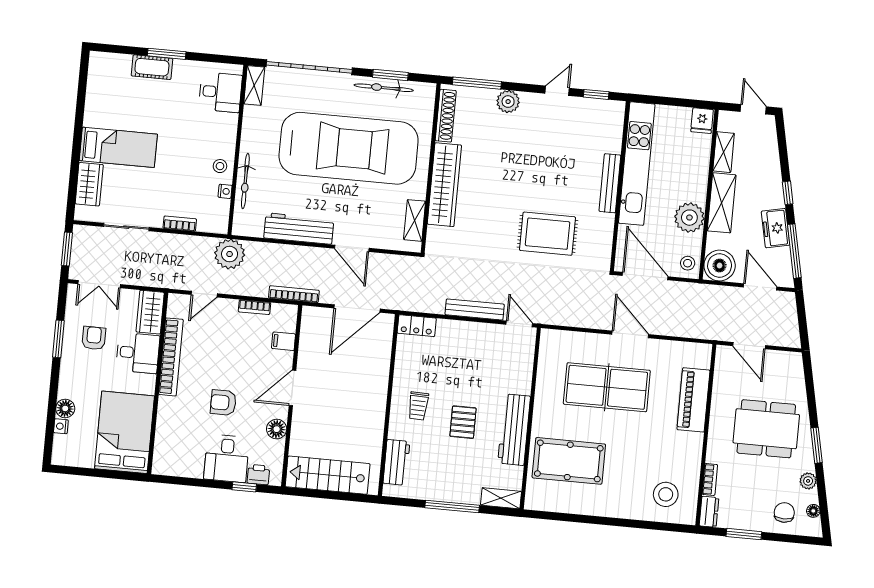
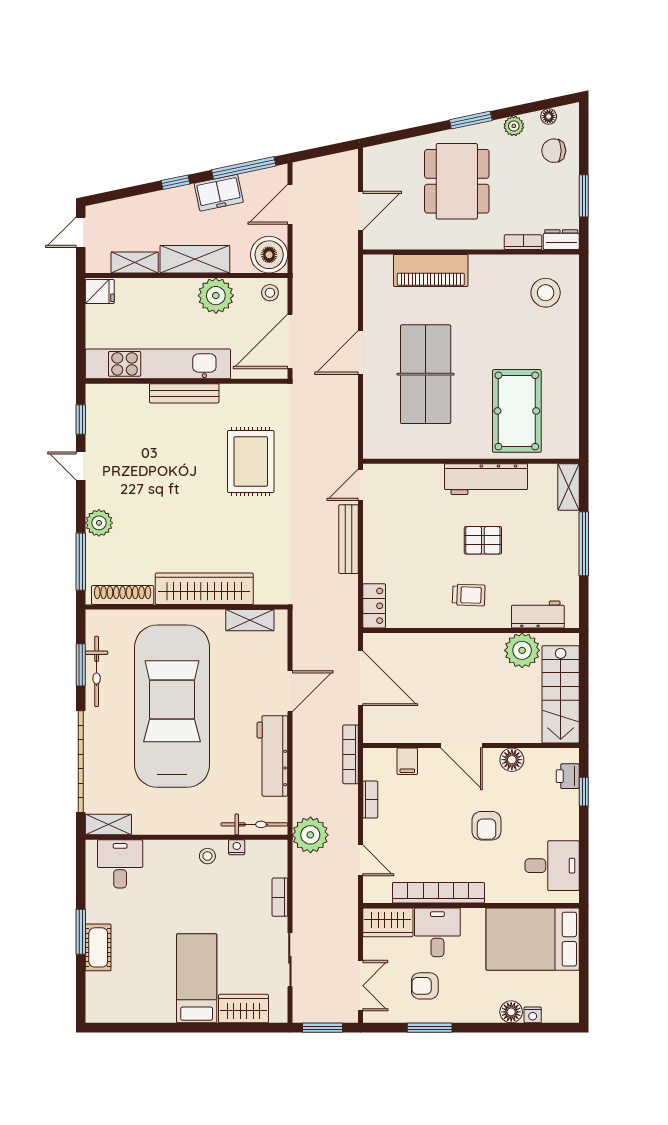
bicycle: (245, 181) -> (254, 824), moved
plant: (368, 446) -> (522, 650), added
desk: (227, 458) -> (552, 866), moved

